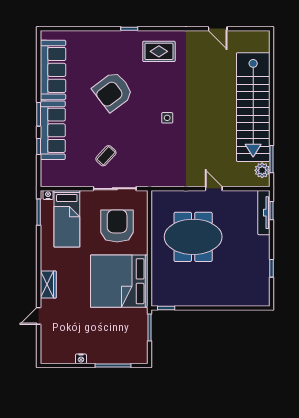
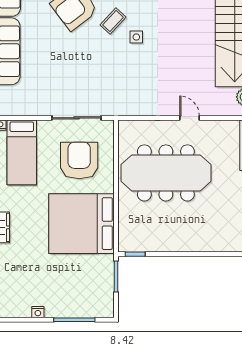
coffee table: (106, 156) -> (113, 21), moved
meeting table: (193, 237) -> (166, 173), width x1.36

